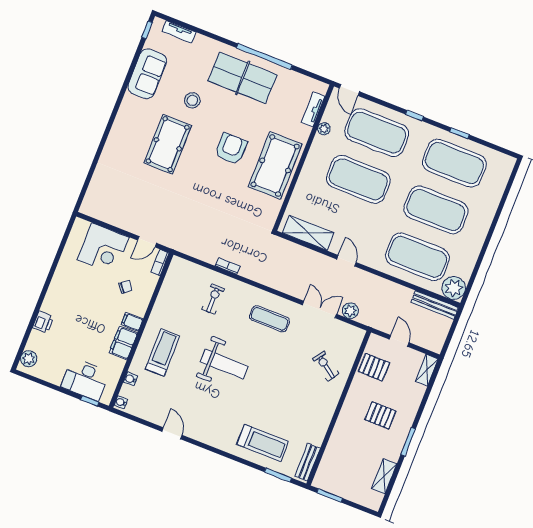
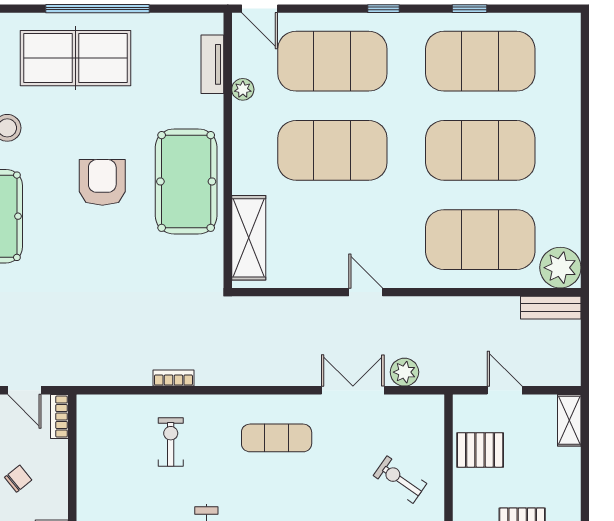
shelving: (308, 233) -> (249, 238), moved, turned 90
door: (147, 242) -> (24, 390), hinge flipped
bench: (435, 305) -> (551, 308), width x0.73

